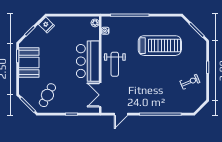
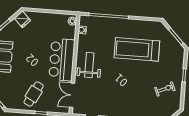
treadmill: (160, 46) -> (137, 49), turned 180
weight bench: (115, 64) -> (89, 65), turned 180
cafe table: (47, 95) -> (34, 94), moved

